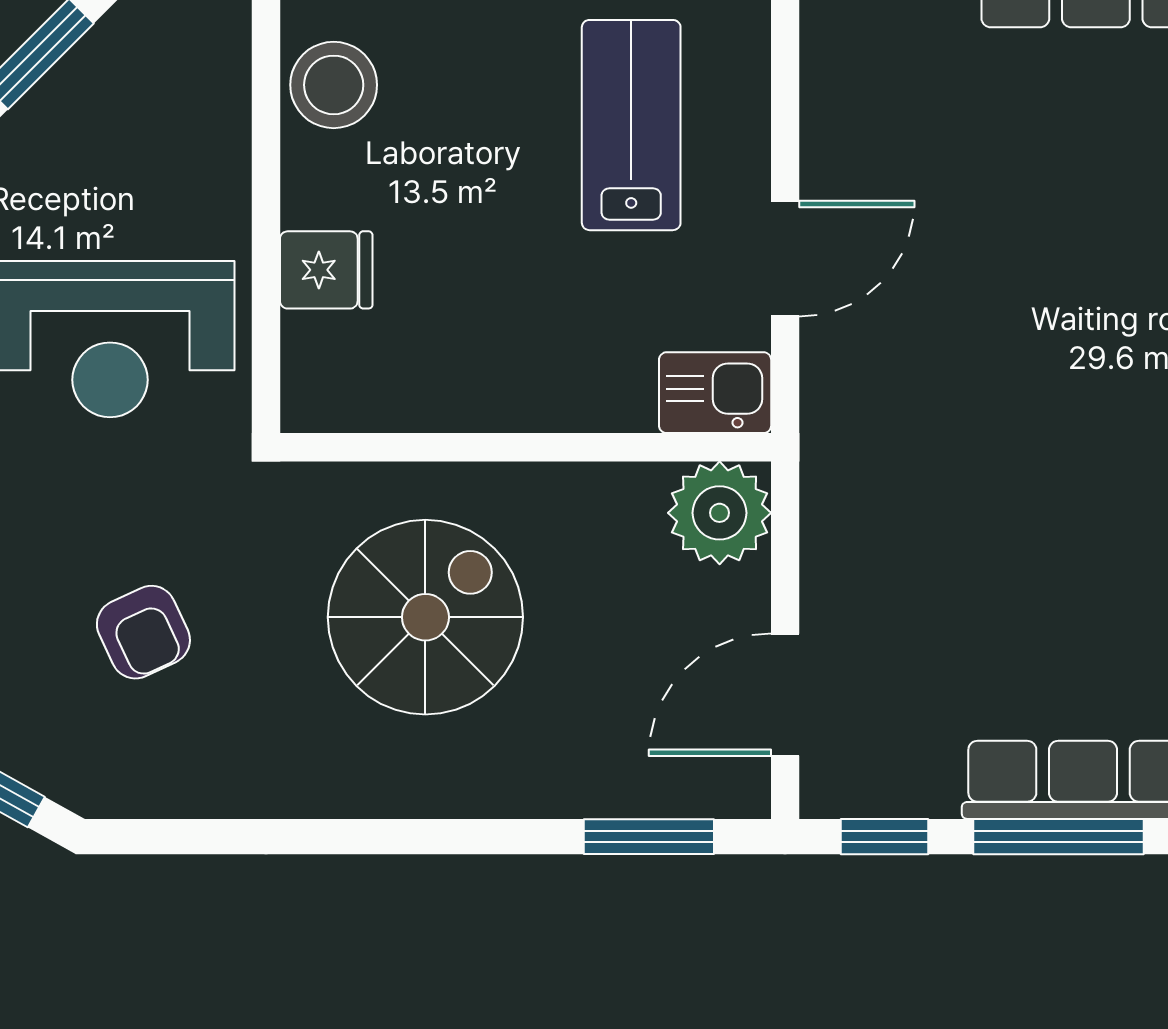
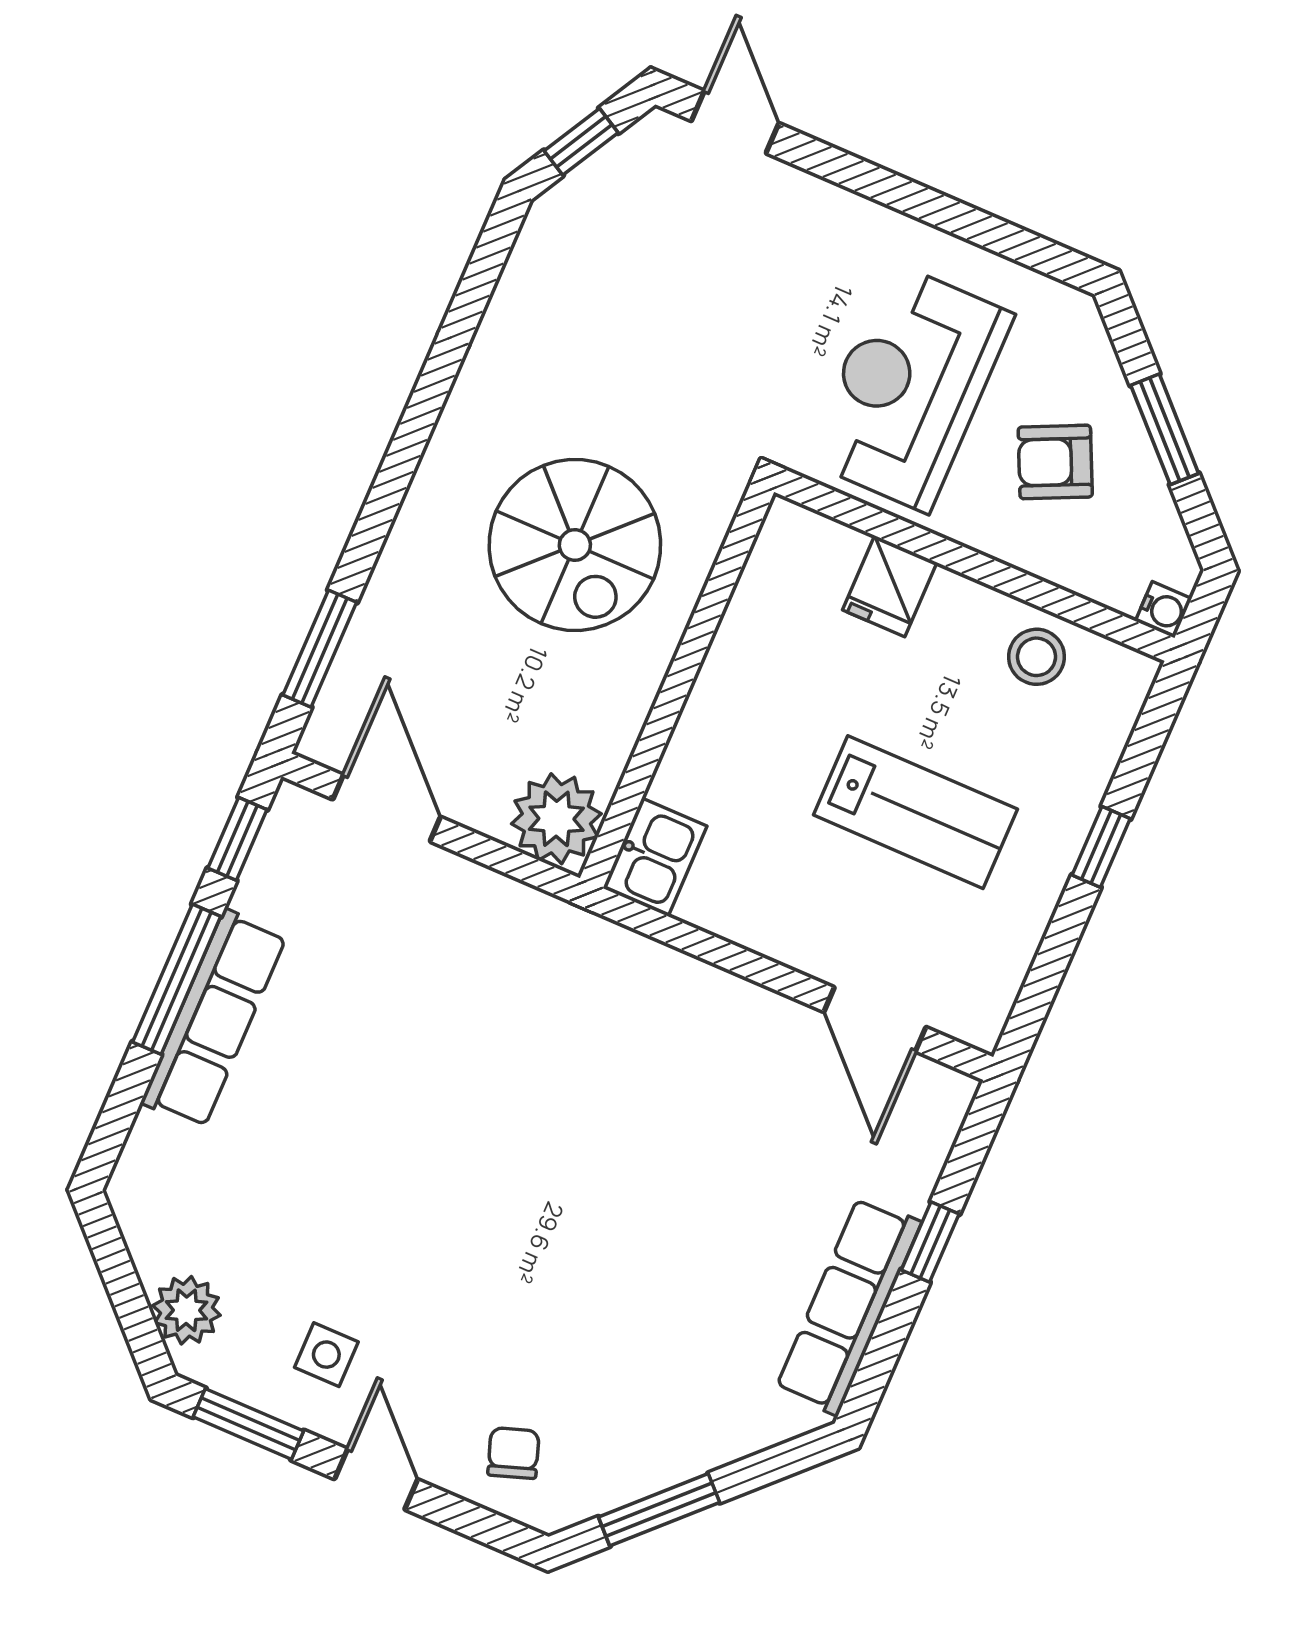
stool: (334, 85) -> (1037, 657), width x0.73, depth x0.73
lab bench: (631, 125) -> (915, 812), moved
door: (785, 259) -> (875, 1019), moved
armchair: (143, 632) -> (1055, 462), moved

